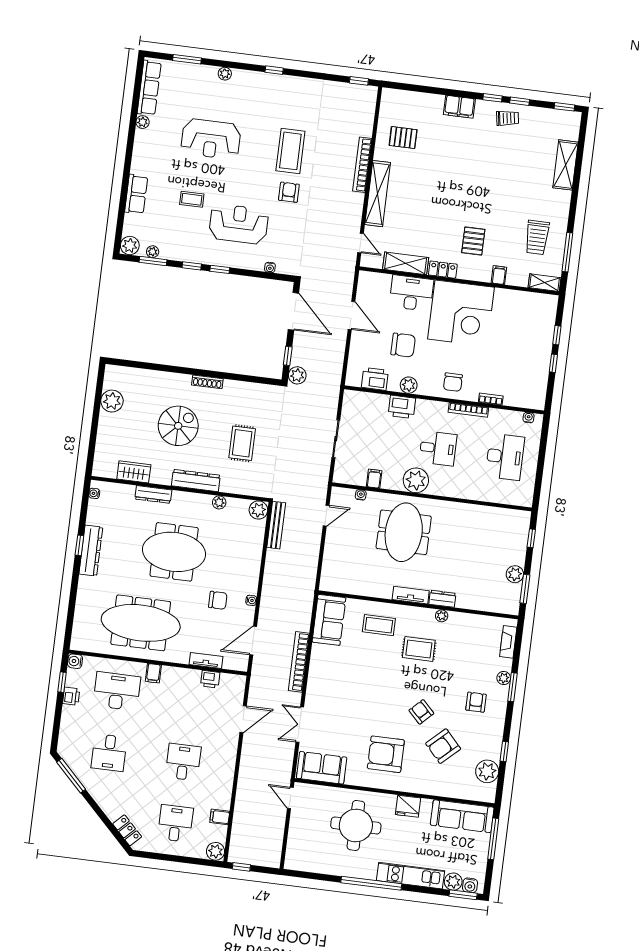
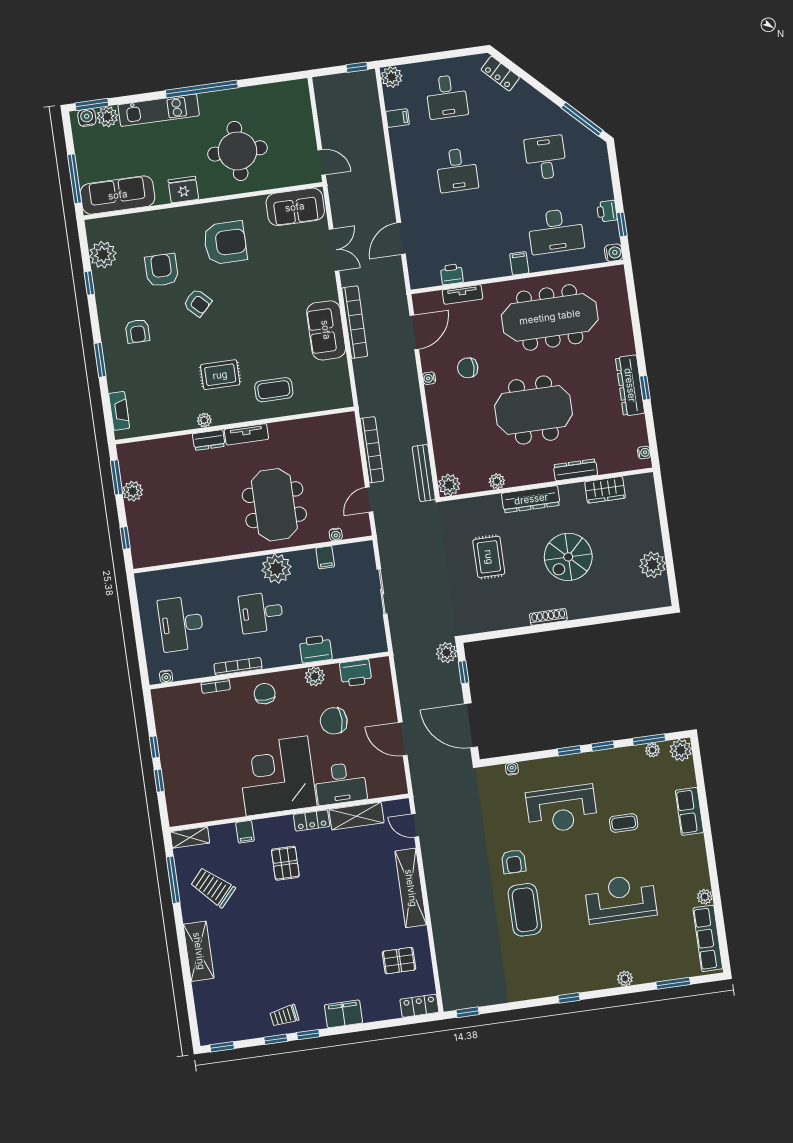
locker: (396, 97) -> (419, 1006), added
bookcase: (362, 165) -> (372, 450), moved
shelving: (565, 165) -> (199, 951), moved
trolley: (537, 237) -> (213, 887), turned -48
sofa: (329, 620) -> (326, 330), moved
plant: (504, 678) -> (113, 368), removed
armchair: (443, 746) -> (162, 270), turned -47

